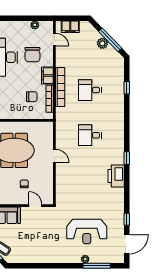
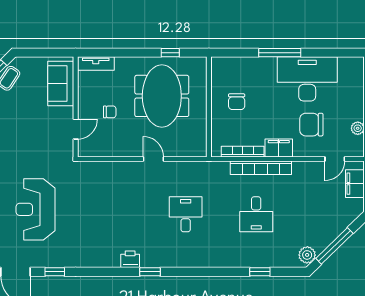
plant: (102, 43) -> (307, 255), moved
desk: (90, 90) -> (256, 214), turned 180
chair: (32, 97) -> (237, 102), moved
door: (54, 156) -> (153, 159), swing flipped
printer: (116, 176) -> (130, 259), width x0.53, depth x0.68

